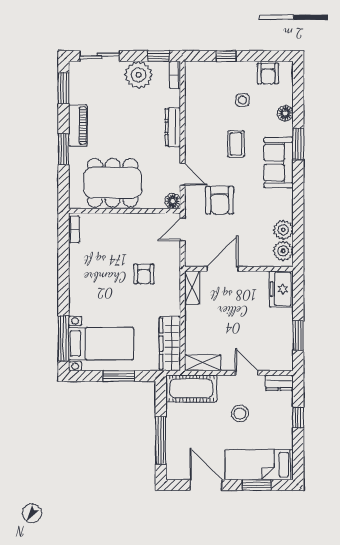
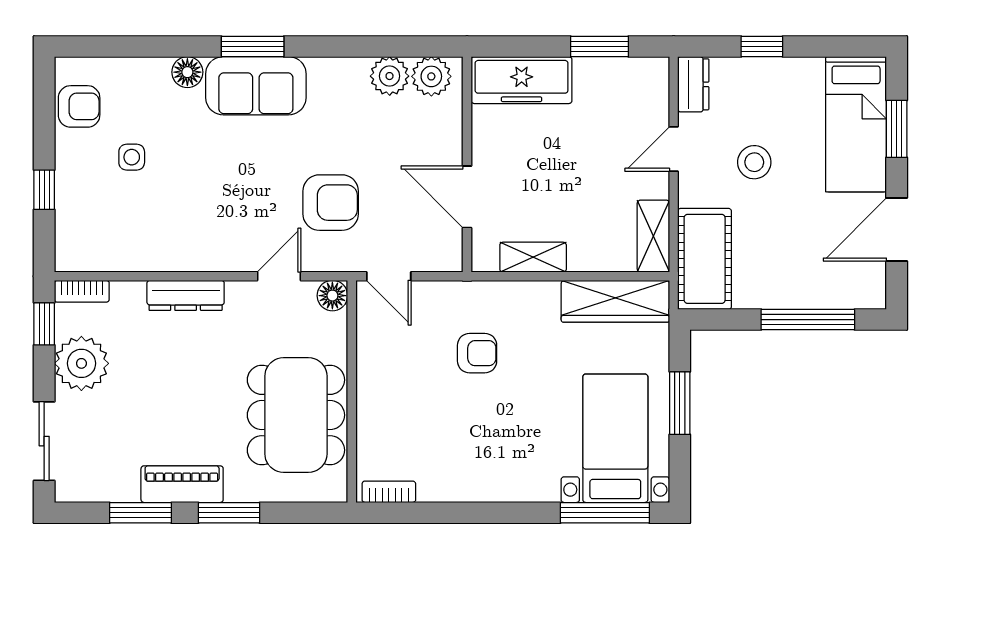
window: (64, 88) -> (140, 513), moved
floor lamp: (285, 113) -> (187, 72), moved
coffee table: (236, 144) -> (219, 170), removed
window: (298, 144) -> (253, 46), moved
shelving: (192, 288) -> (533, 257), moved
freezer: (281, 289) -> (522, 80), width x1.40

